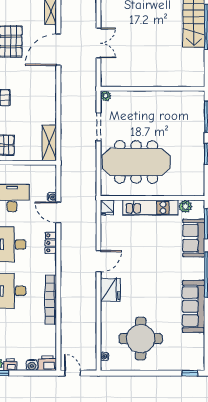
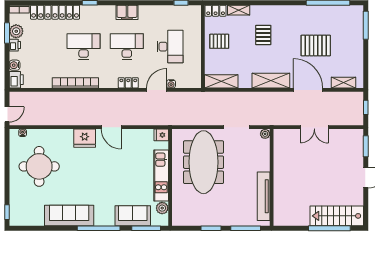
shelving: (48, 90) -> (271, 81), added
tv unit: (173, 97) -> (264, 196), added
door: (73, 373) -> (7, 114), moved

